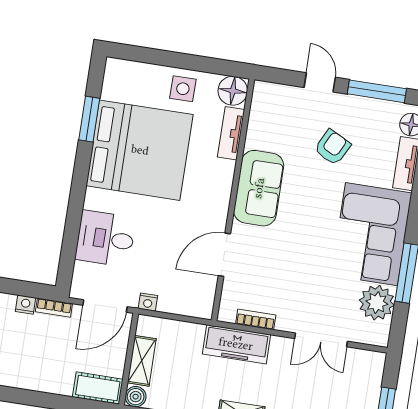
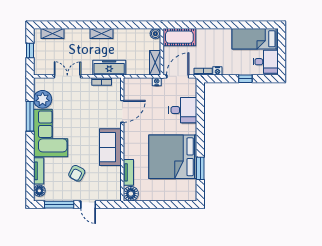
side table: (183, 89) -> (156, 191), removed
shelving: (142, 361) -> (155, 63), moved
cot: (98, 388) -> (179, 37), width x1.37, depth x1.34

